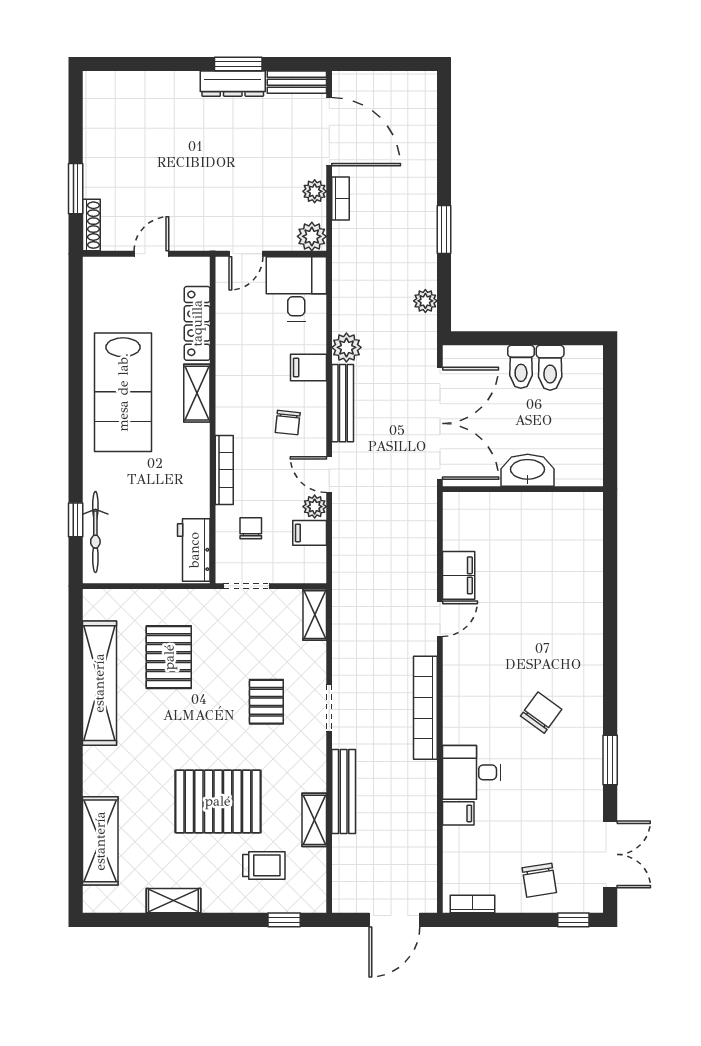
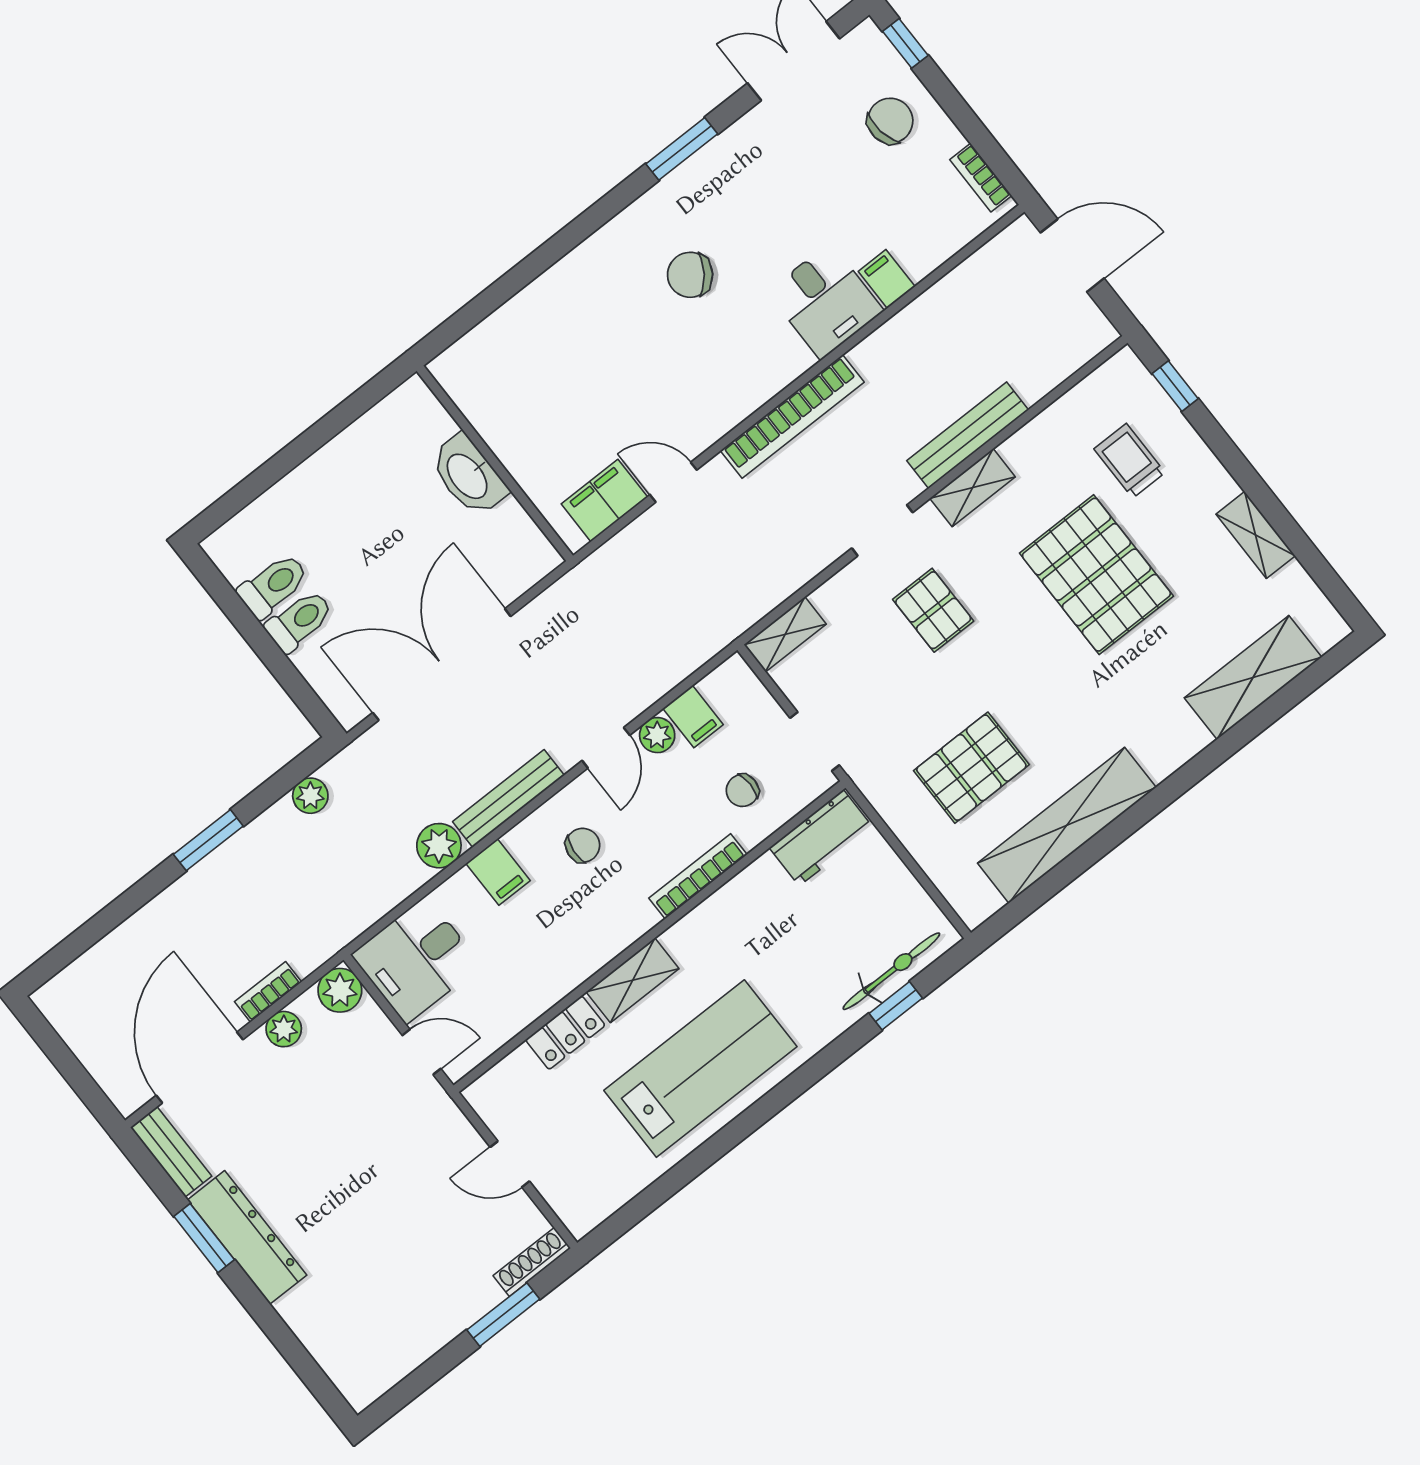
dresser: (233, 84) -> (247, 1237), width x1.37, depth x1.24
locker: (197, 323) -> (565, 1033), width x0.66
washbasin: (528, 470) -> (468, 475), moved
wall: (523, 489) -> (495, 463), moved
pallet: (266, 702) -> (933, 610), turned 90
shelving: (314, 820) -> (973, 488), moved

